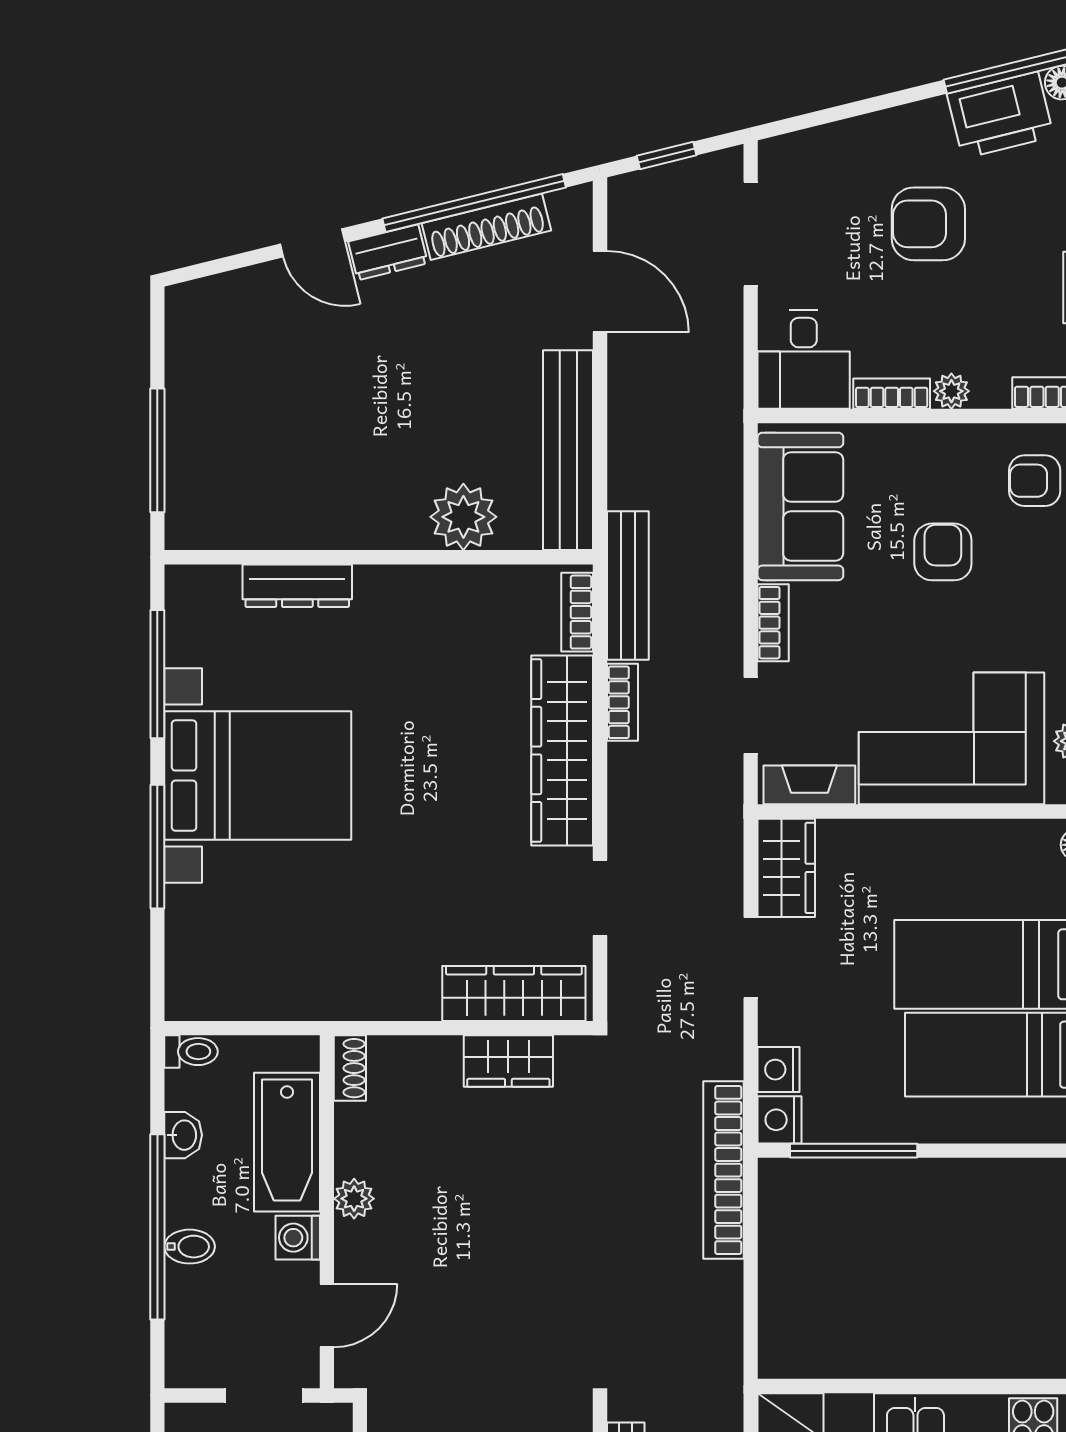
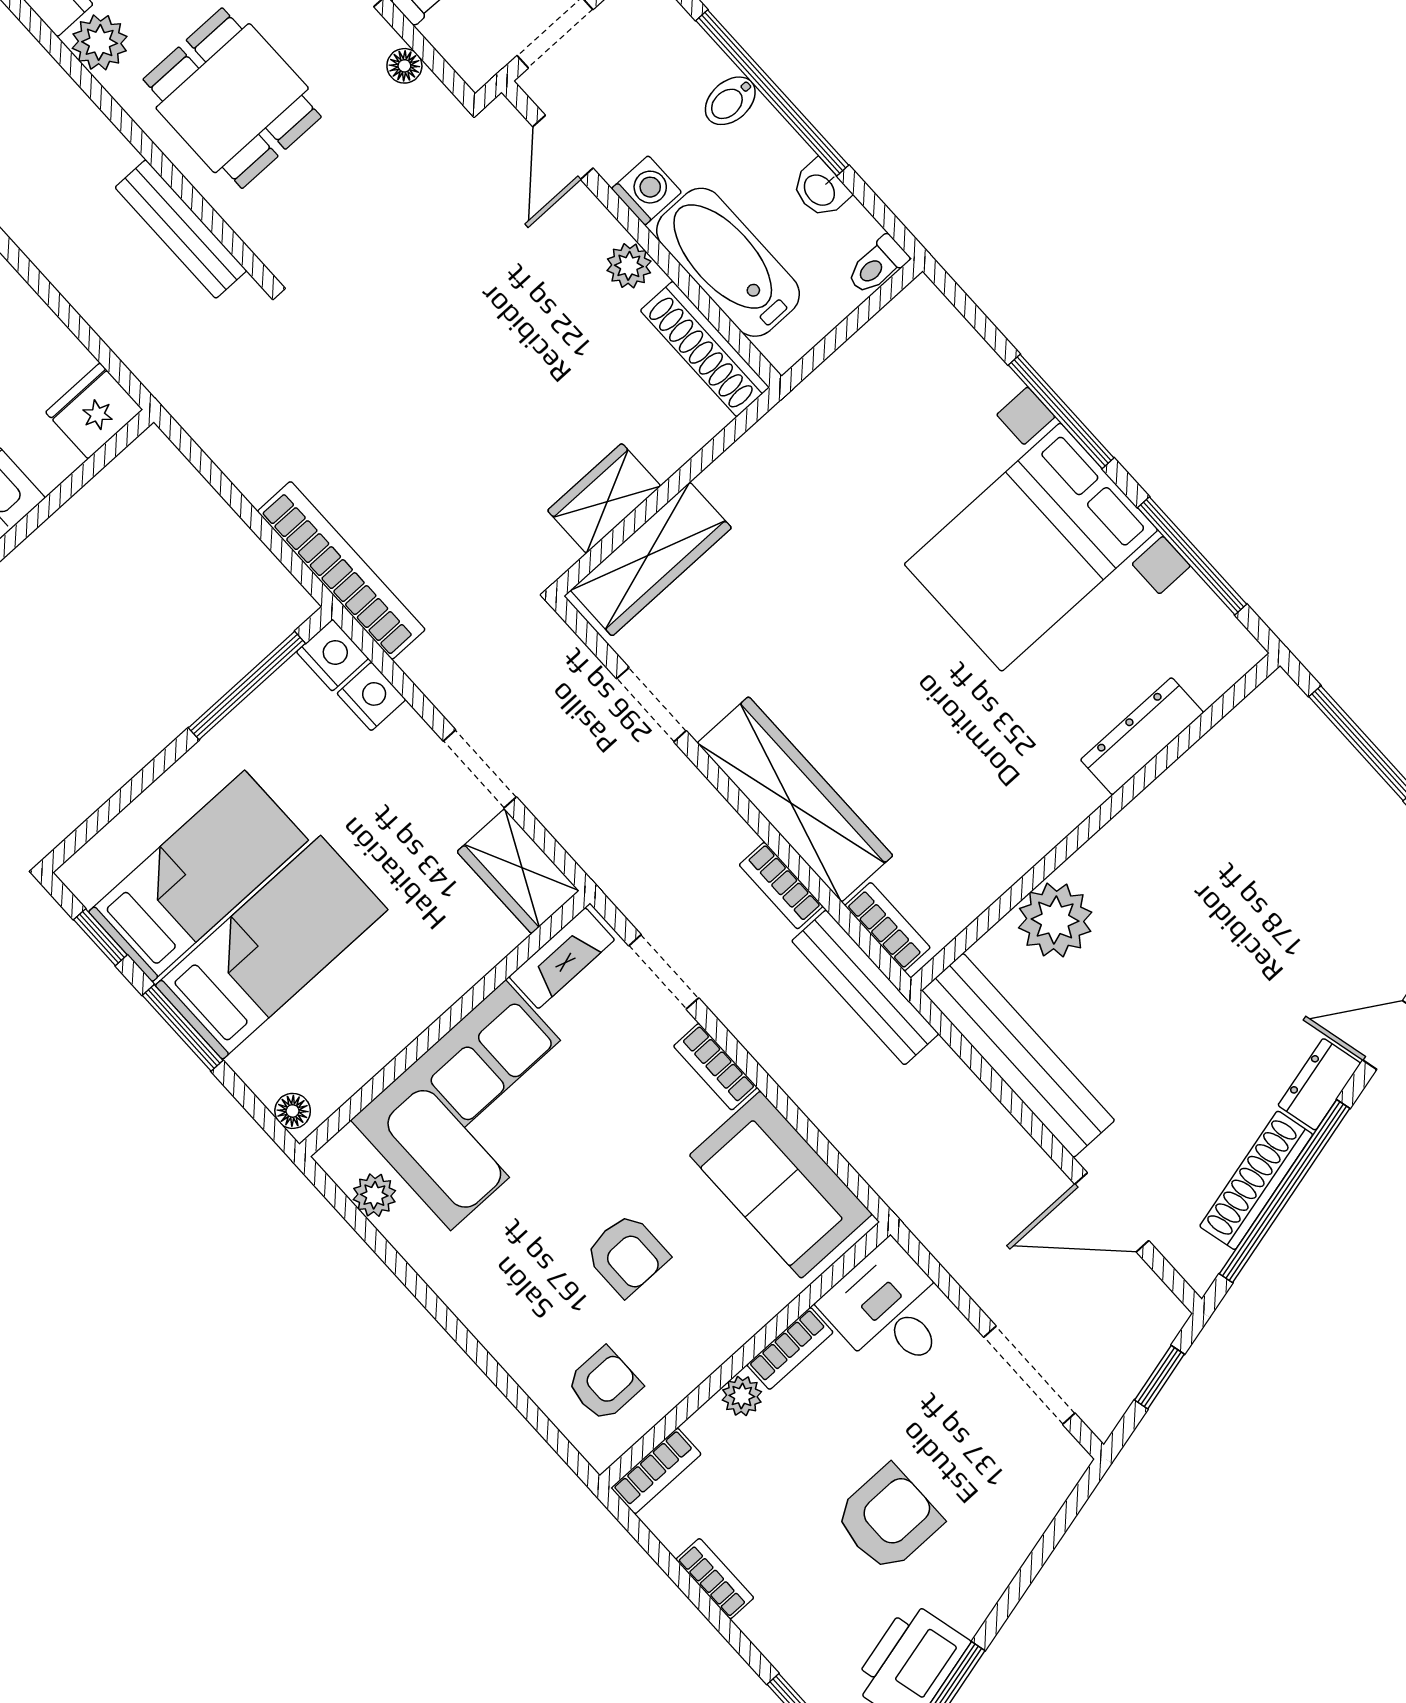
shoe rack: (350, 1068) -> (705, 349), width x1.94, depth x1.24

